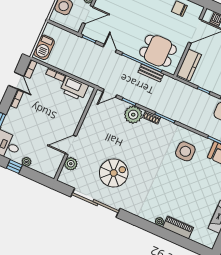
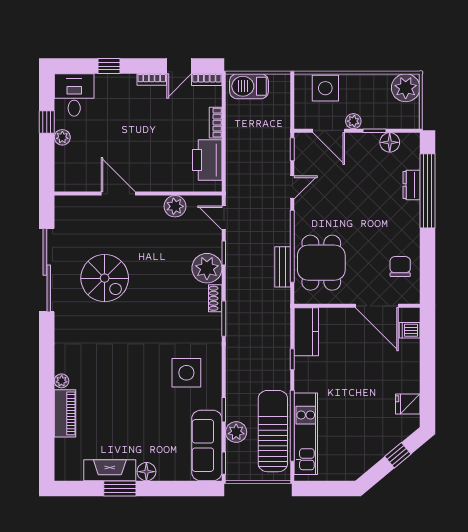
kitchen counter: (189, 65) -> (306, 332), moved, turned -90
plant: (71, 164) -> (175, 206), moved

